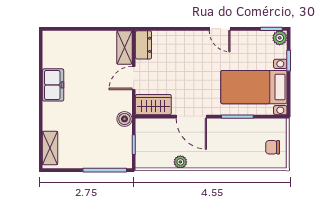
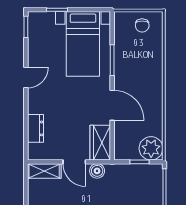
plant: (280, 38) -> (35, 18), removed
dresser: (143, 45) -> (35, 128), moved, turned 90
door: (191, 117) -> (112, 105), hinge flipped
boiler: (125, 119) -> (97, 171), moved
plant: (180, 162) -> (151, 148), moved, width x1.88, depth x1.88

